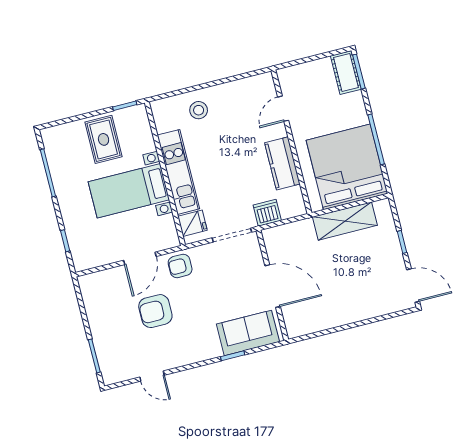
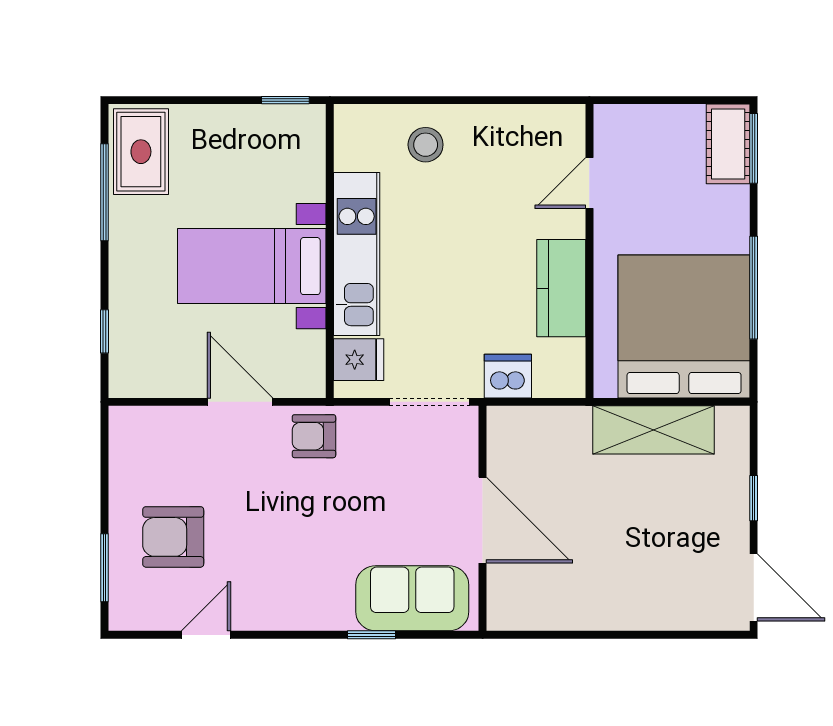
rug: (104, 139) -> (141, 152), moved
door: (140, 258) -> (240, 402), swing flipped
armchair: (155, 311) -> (173, 537), moved
door: (152, 376) -> (206, 635), swing flipped

